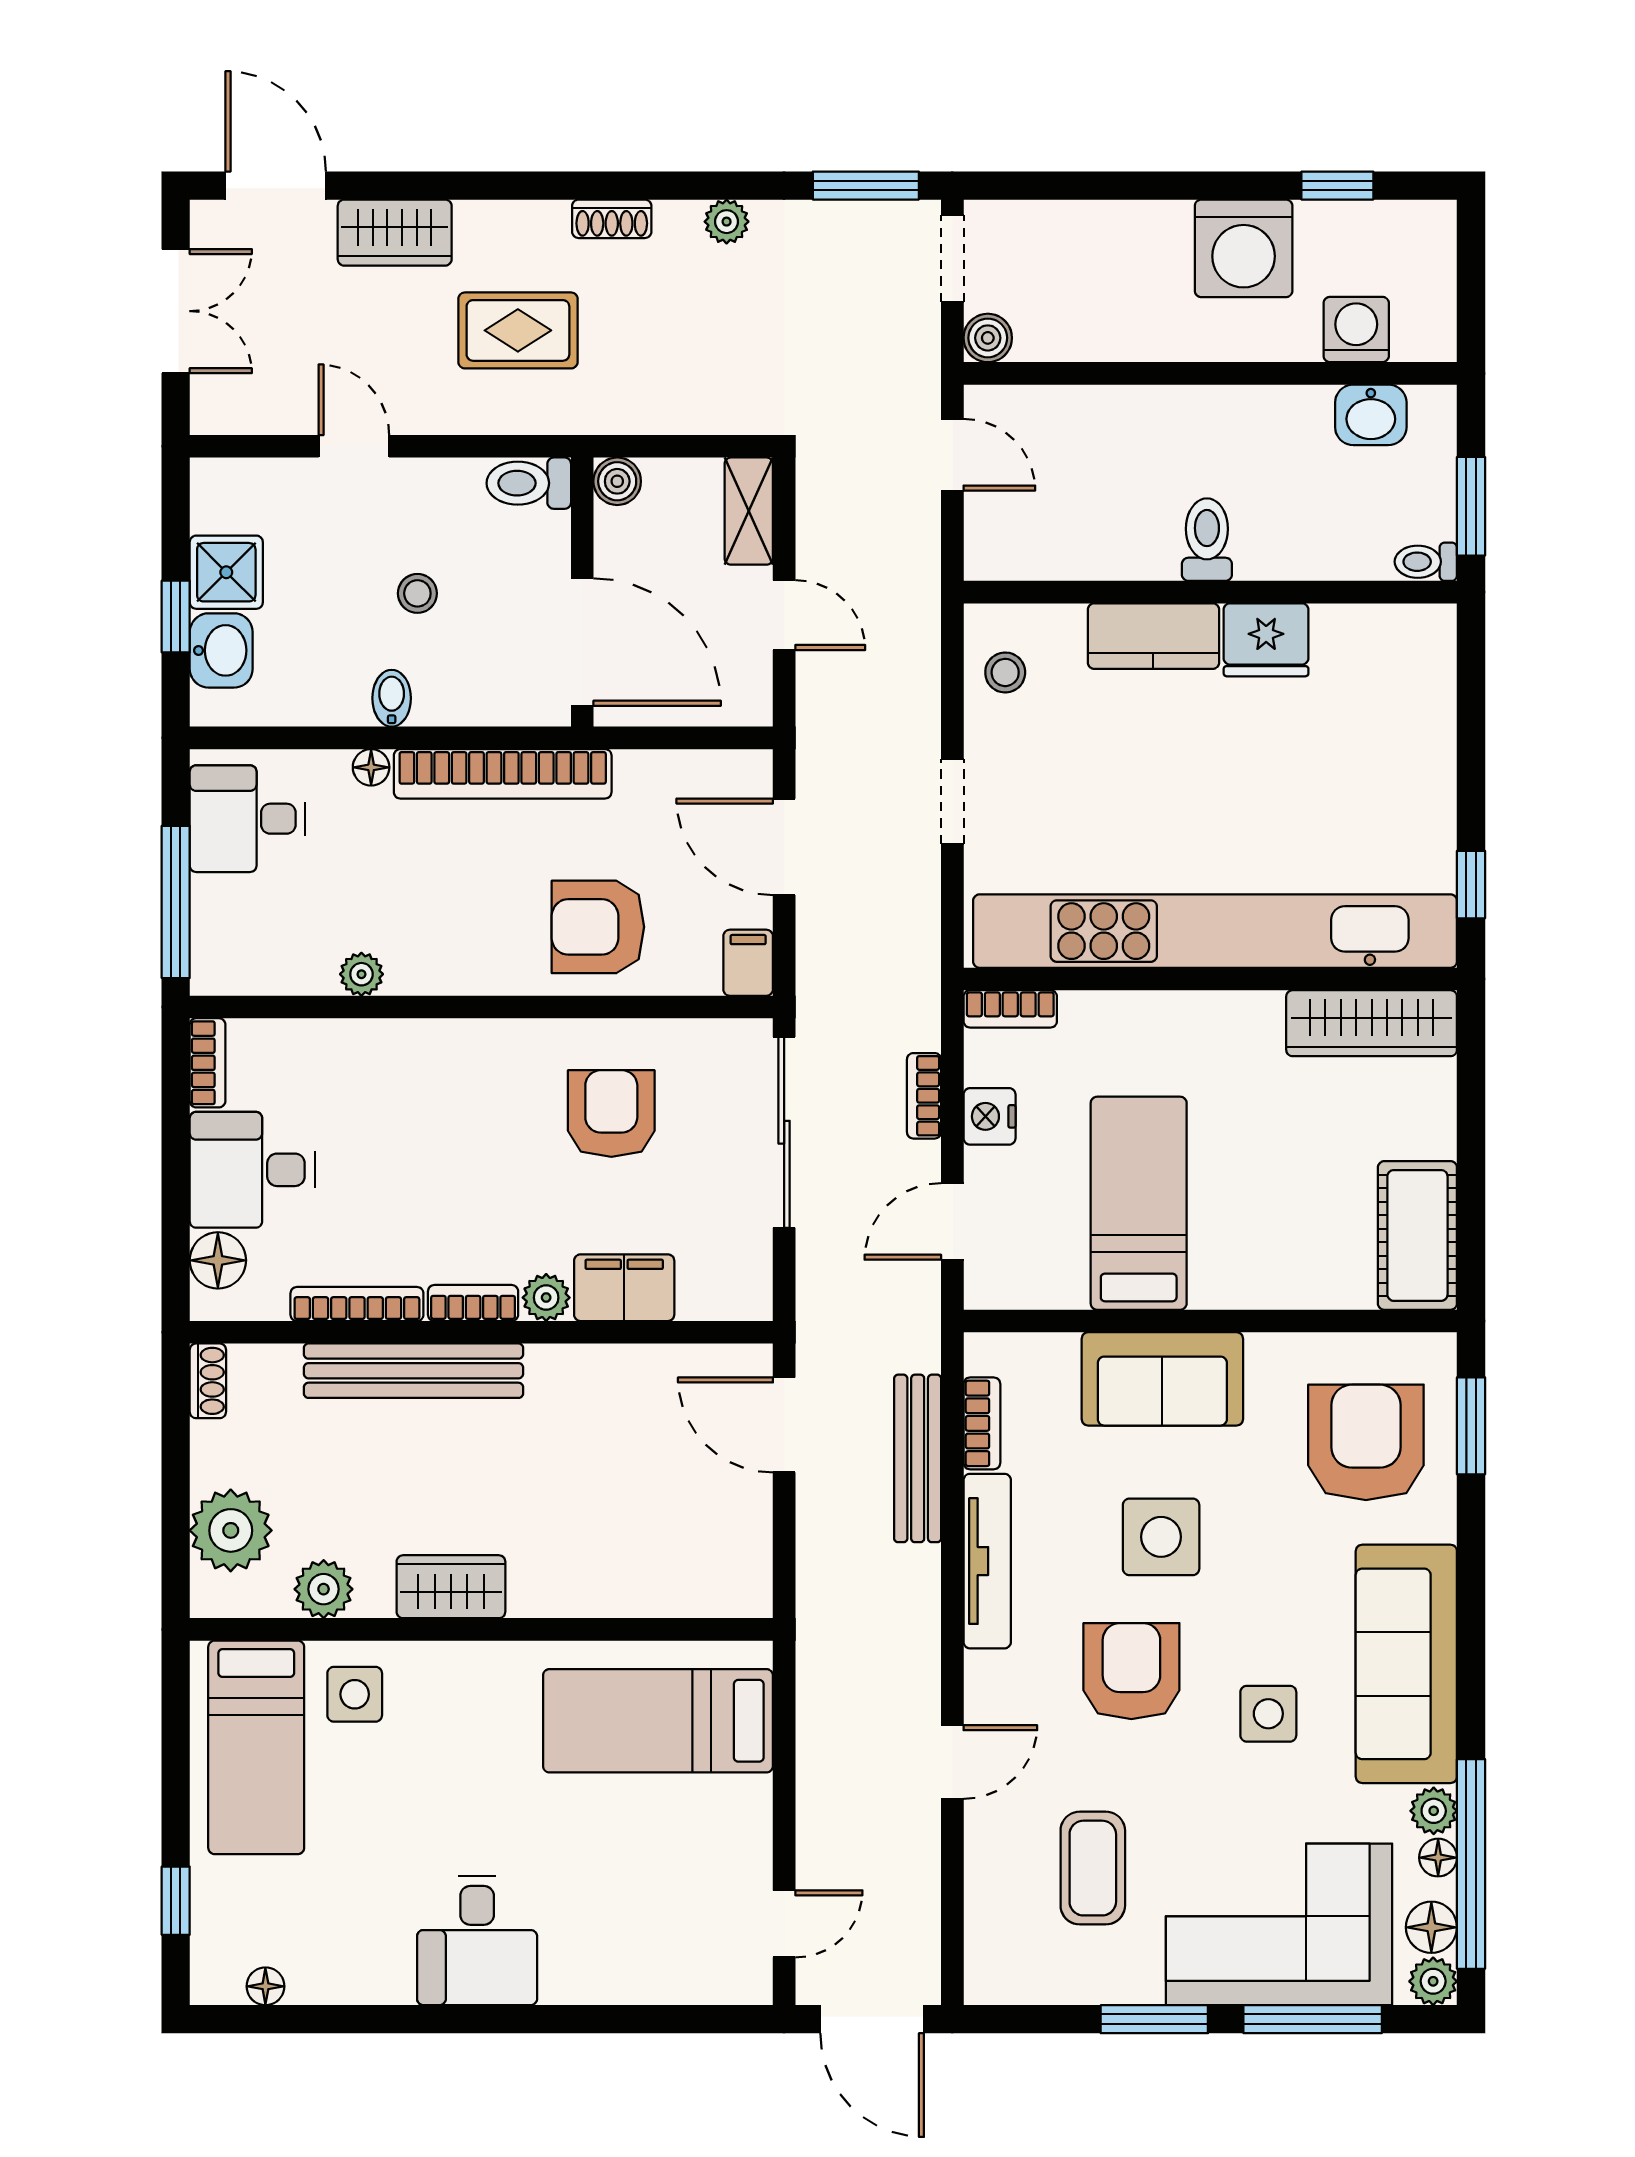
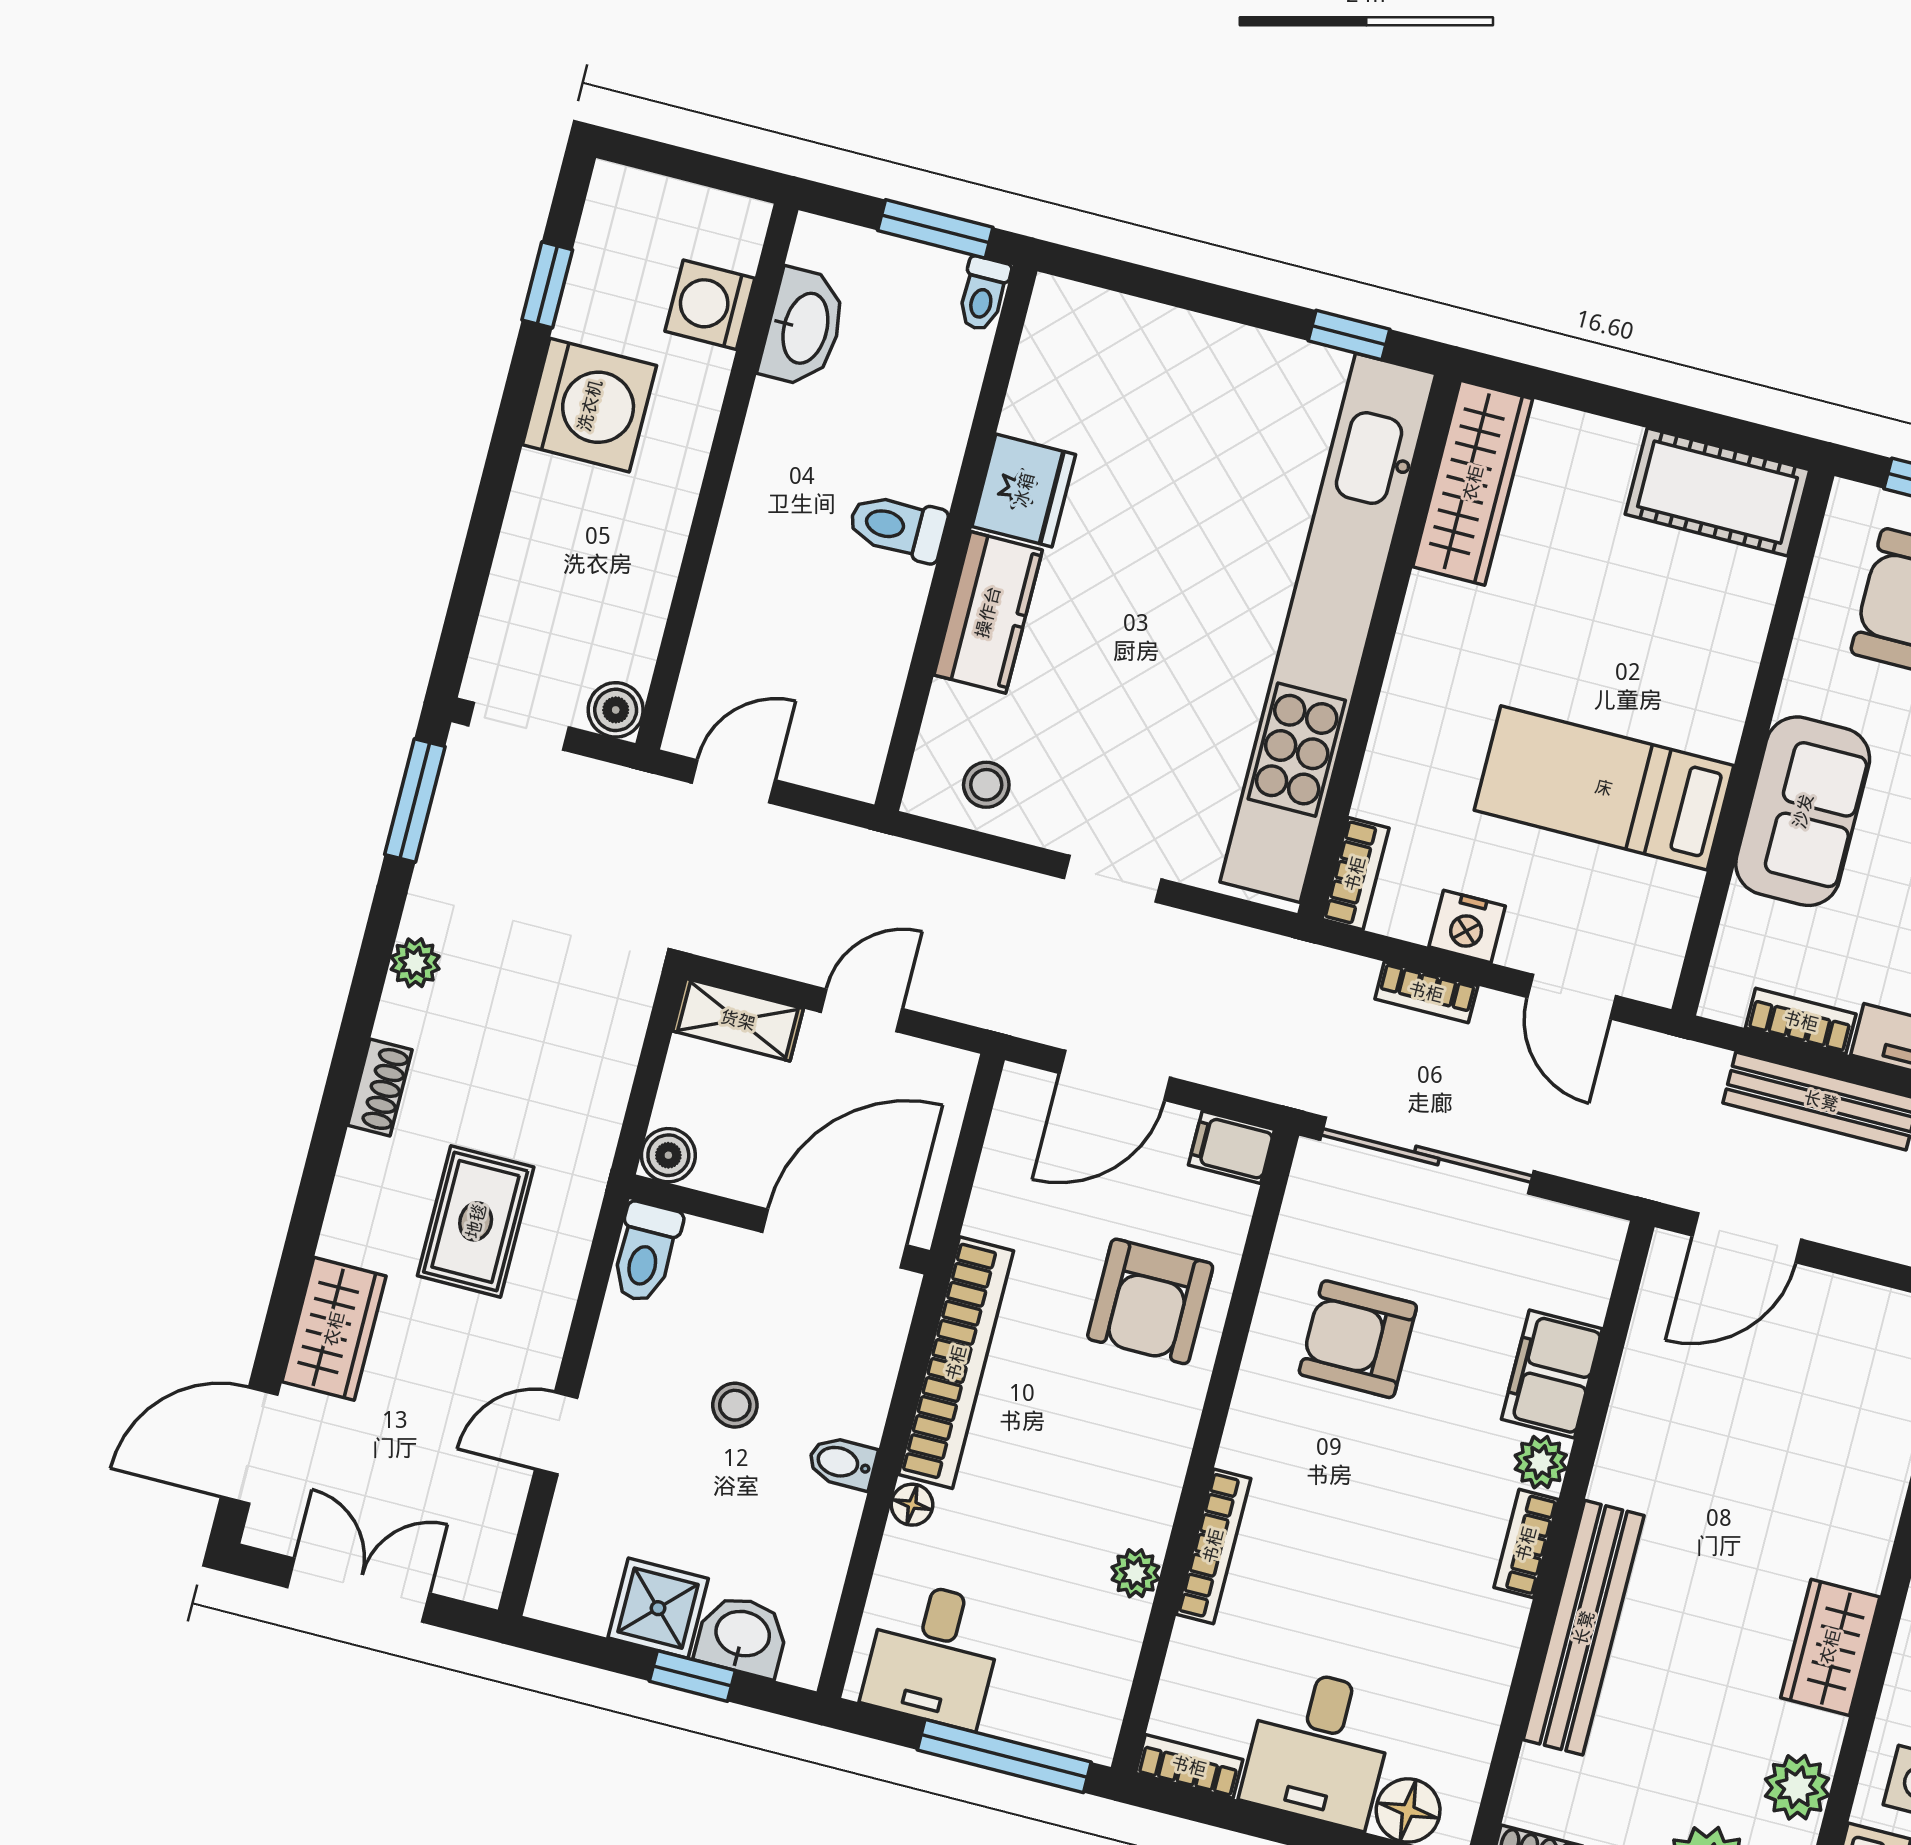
washbasin: (1371, 415) -> (803, 328), width x1.38
bookcase: (357, 1304) -> (1213, 1546), moved, turned 180

